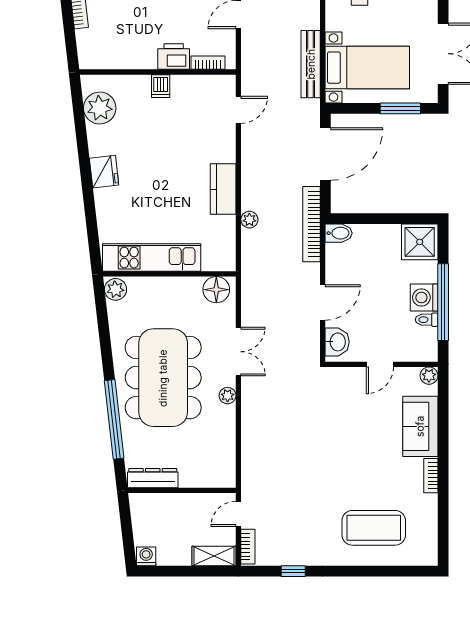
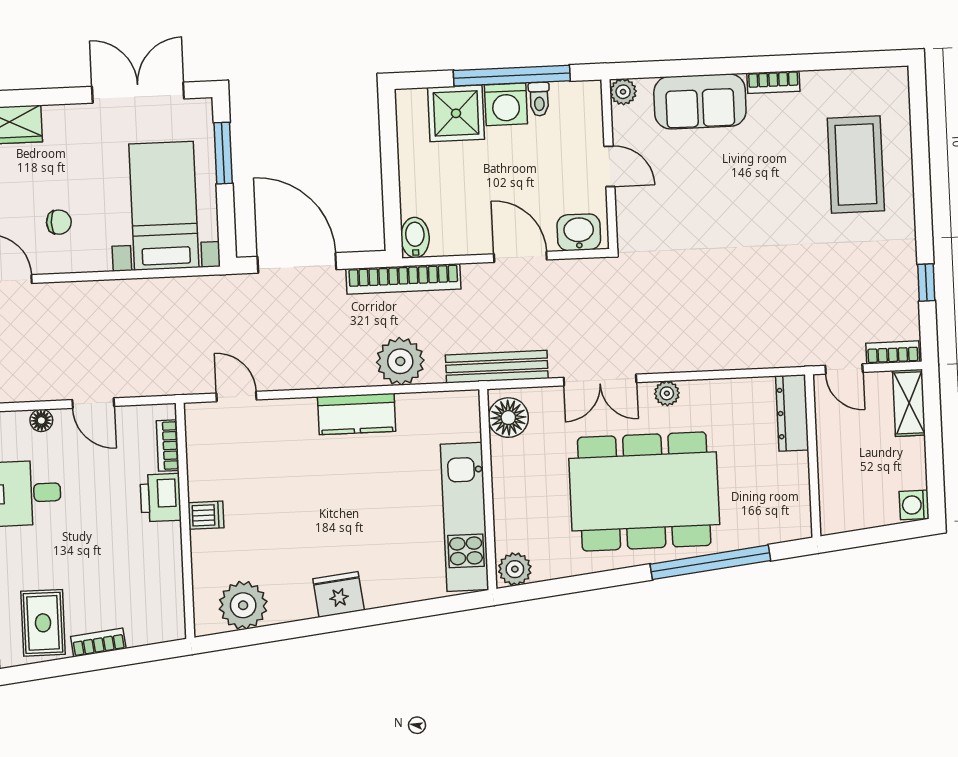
bench: (311, 64) -> (497, 367), moved
plant: (249, 220) -> (400, 361), width x1.87, depth x1.87
shower: (420, 242) -> (456, 113), moved
double door: (238, 352) -> (600, 380), swing flipped
dresser: (153, 478) -> (792, 413), moved

